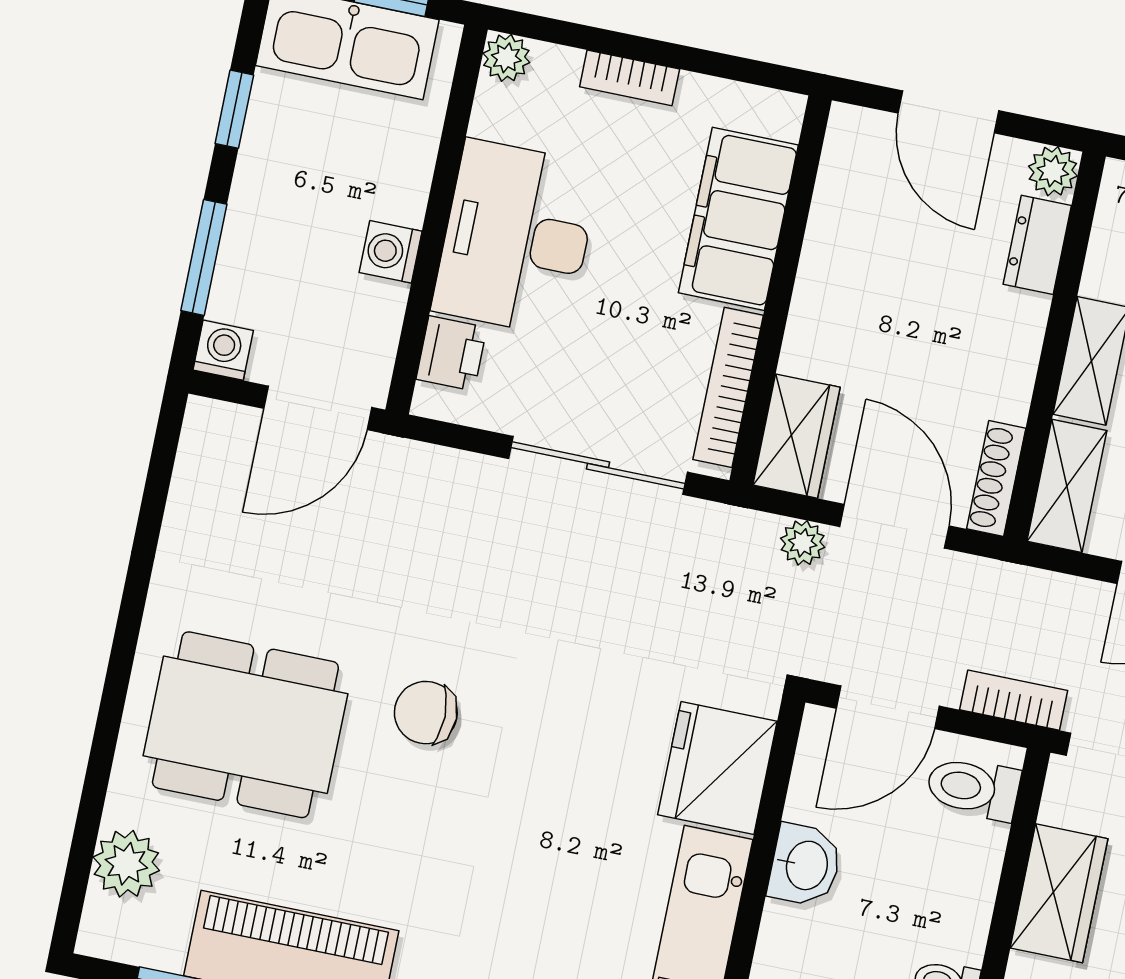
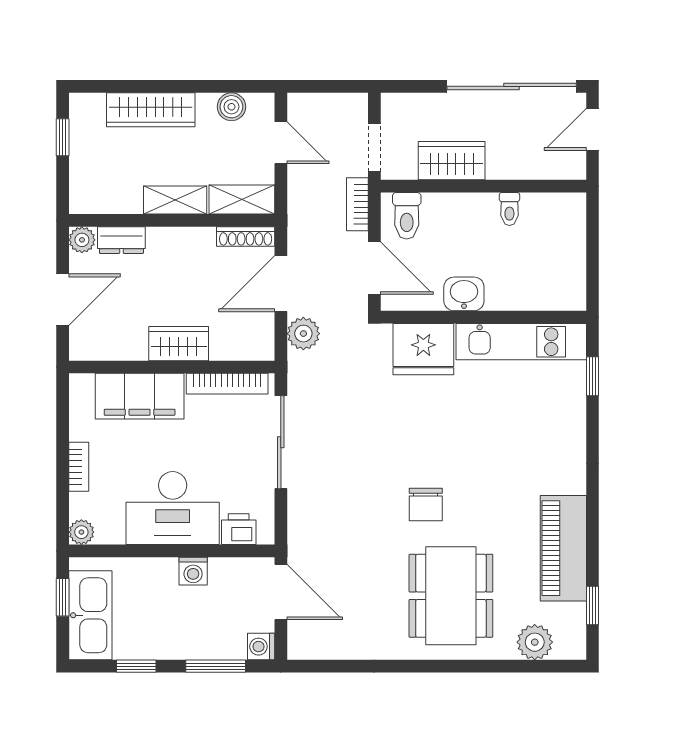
wardrobe: (796, 436) -> (179, 344), moved
plant: (803, 543) -> (303, 334), width x1.38, depth x1.38

